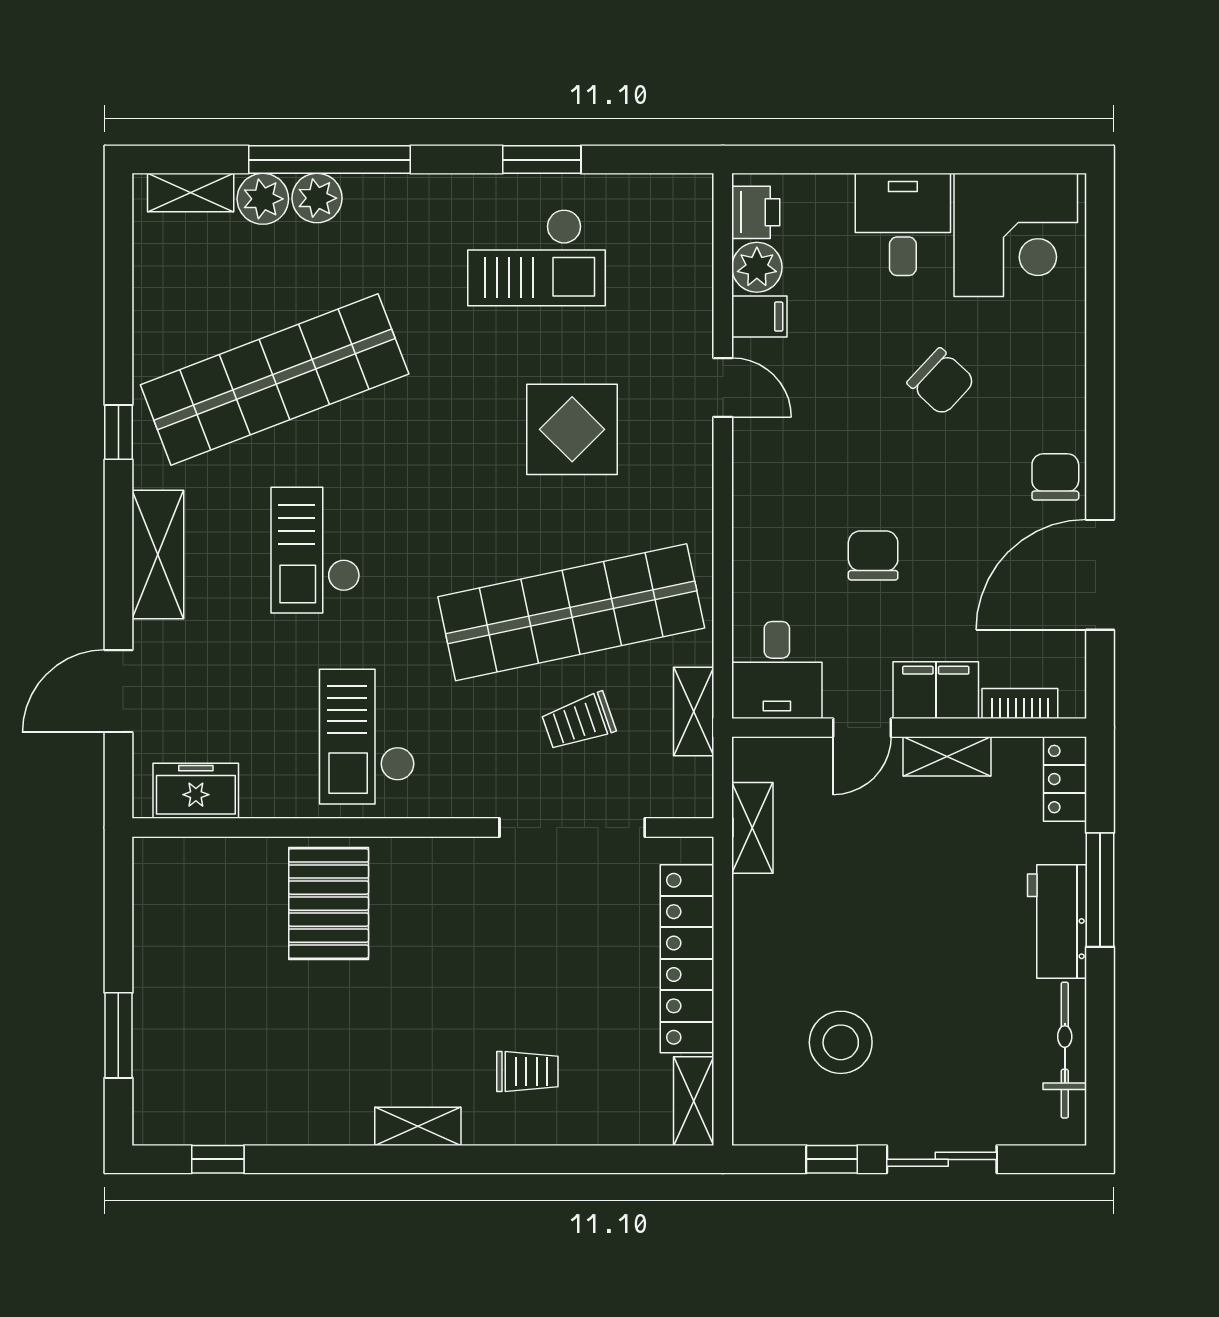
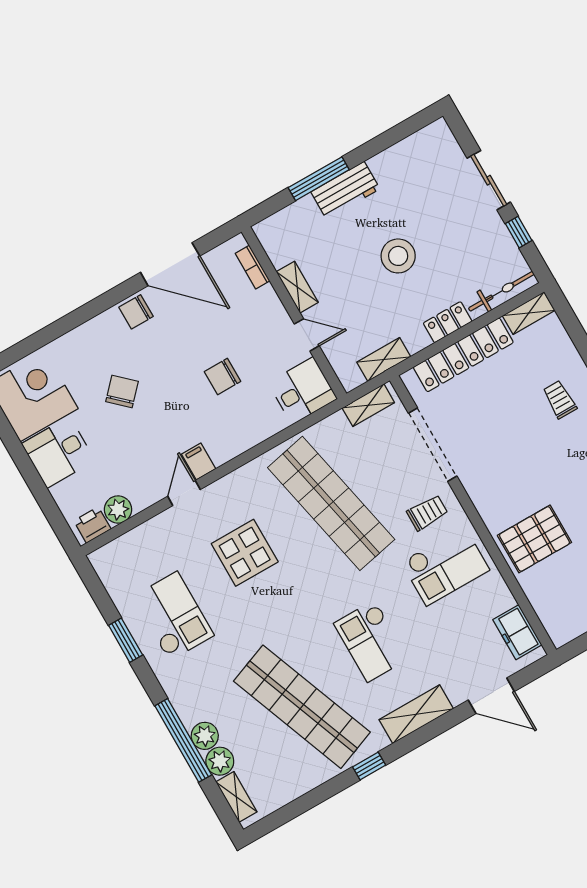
filing cabinet: (759, 317) -> (199, 462), moved
checkout: (315, 550) -> (371, 641), turned 90
filing cabinet: (936, 690) -> (269, 310), removed
shelving: (694, 711) -> (368, 405), moved
trolley: (579, 721) -> (427, 513), moved, turned -71
locker: (1065, 779) -> (448, 322), moved, turned 180
stool: (841, 1042) -> (398, 256), moved
bicycle: (1065, 1050) -> (501, 291), moved, turned 180

